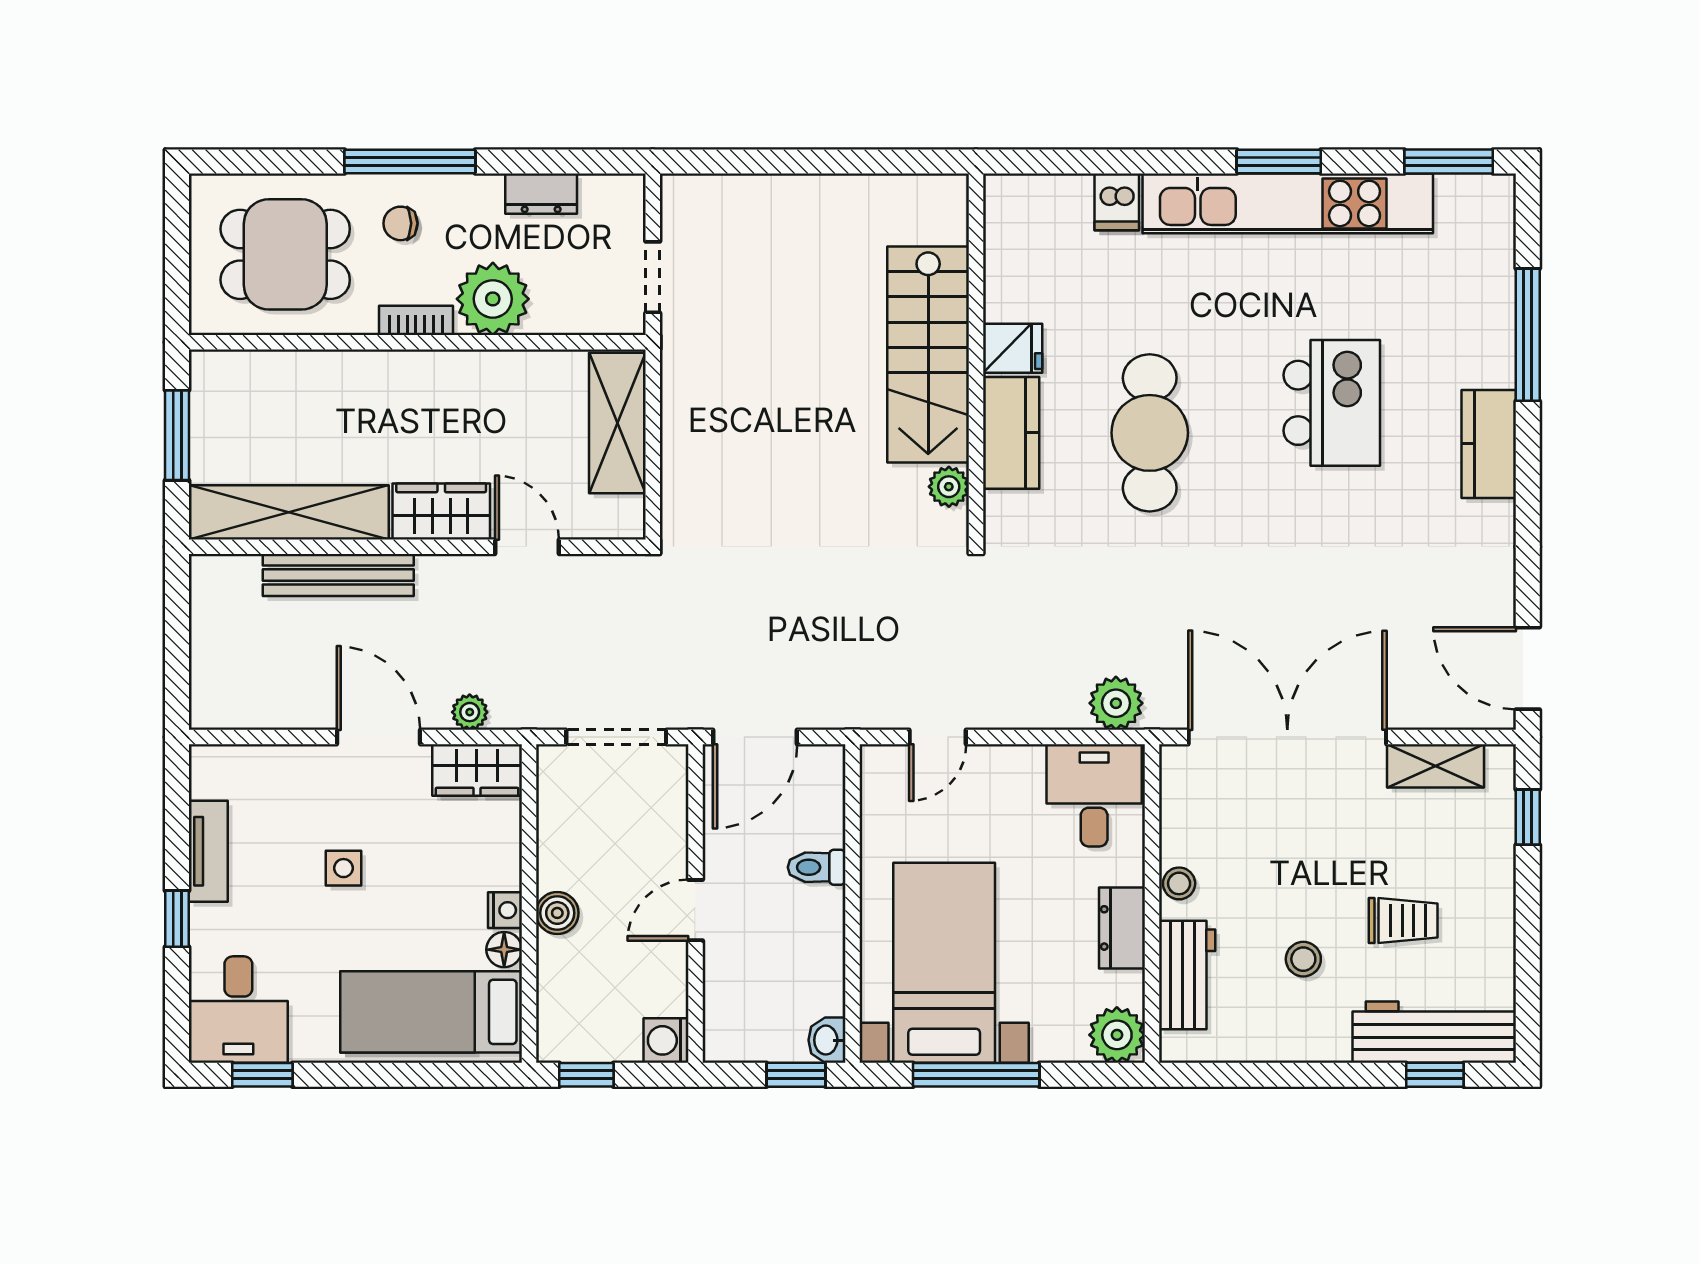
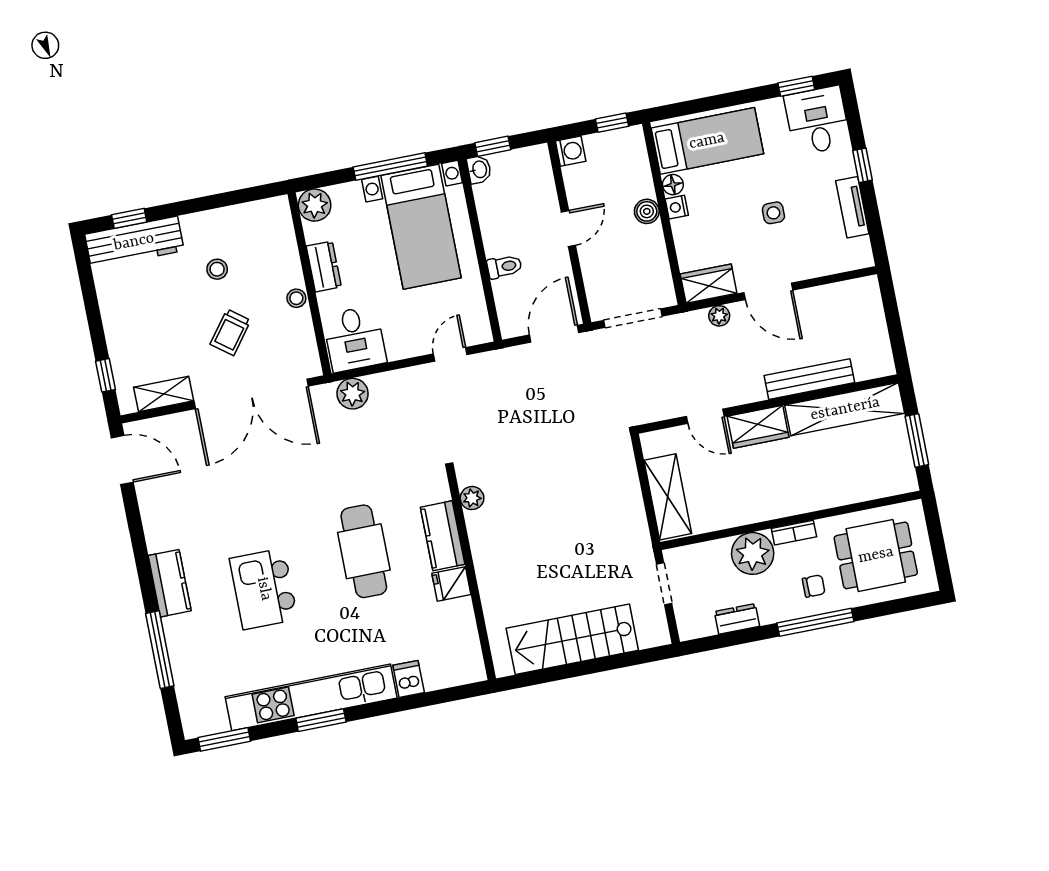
stairs: (928, 355) -> (572, 639), moved, turned -90
trolley: (1403, 921) -> (230, 332), moved, turned -53
workbench: (1187, 975) -> (281, 247), removed

